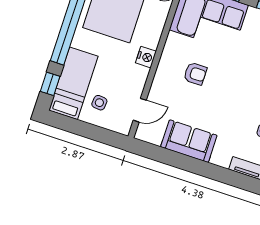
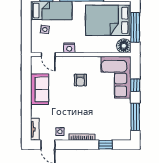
nightstand: (146, 57) -> (69, 48), moved

